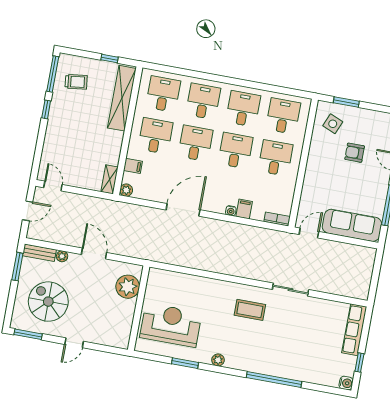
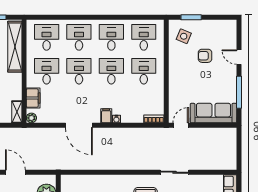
filing cabinet: (133, 166) -> (33, 98), width x2.00
filing cabinet: (244, 209) -> (106, 116), moved
door: (183, 210) -> (79, 125), swing flipped

